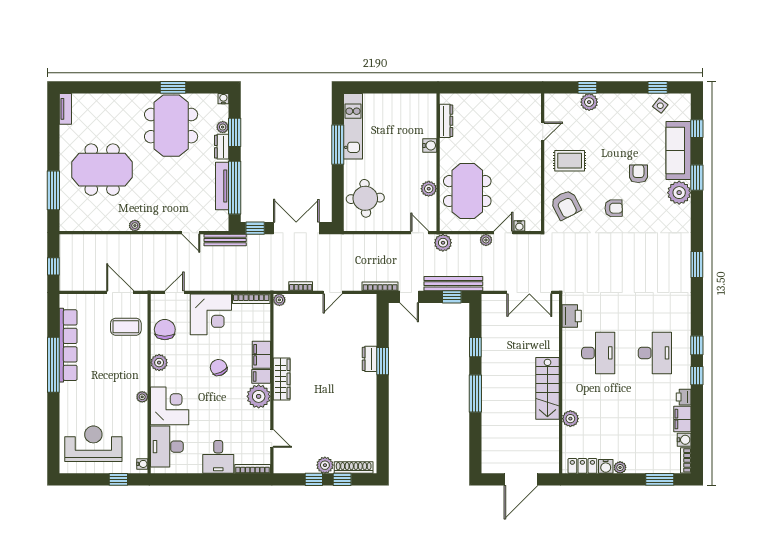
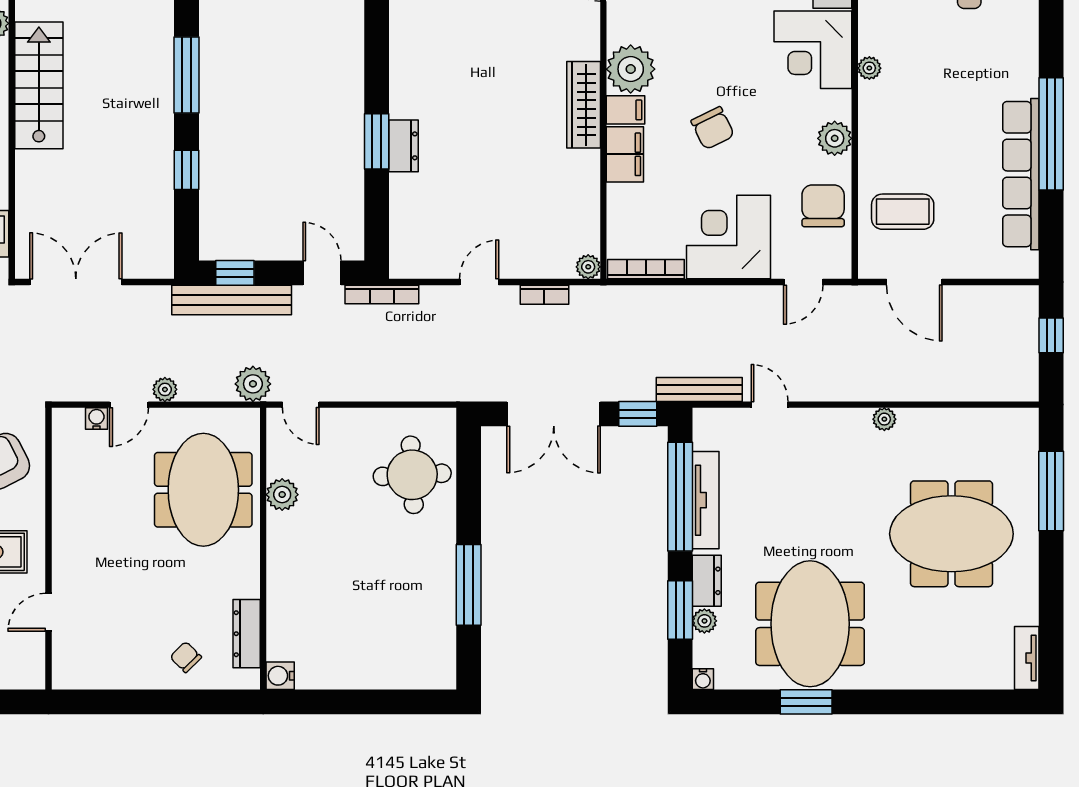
chair: (476, 109) -> (186, 657), added
kitchen unit: (353, 126) -> (437, 622), removed
water cooler: (430, 145) -> (280, 676), moved
chair: (165, 330) -> (823, 206), turned 180

